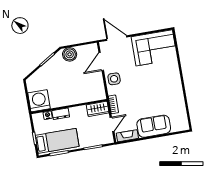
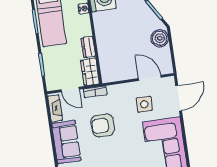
side table: (114, 79) -> (144, 104), moved
armchair: (140, 98) -> (103, 125), added
dresser: (61, 114) -> (88, 47), moved

